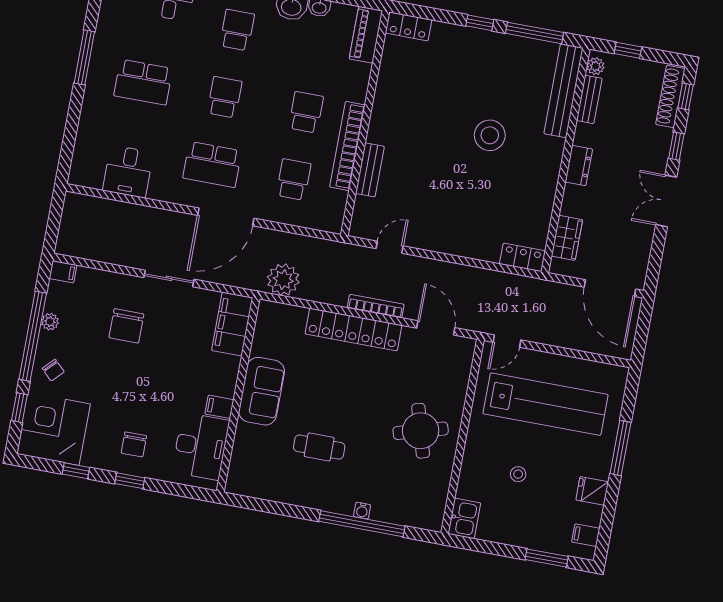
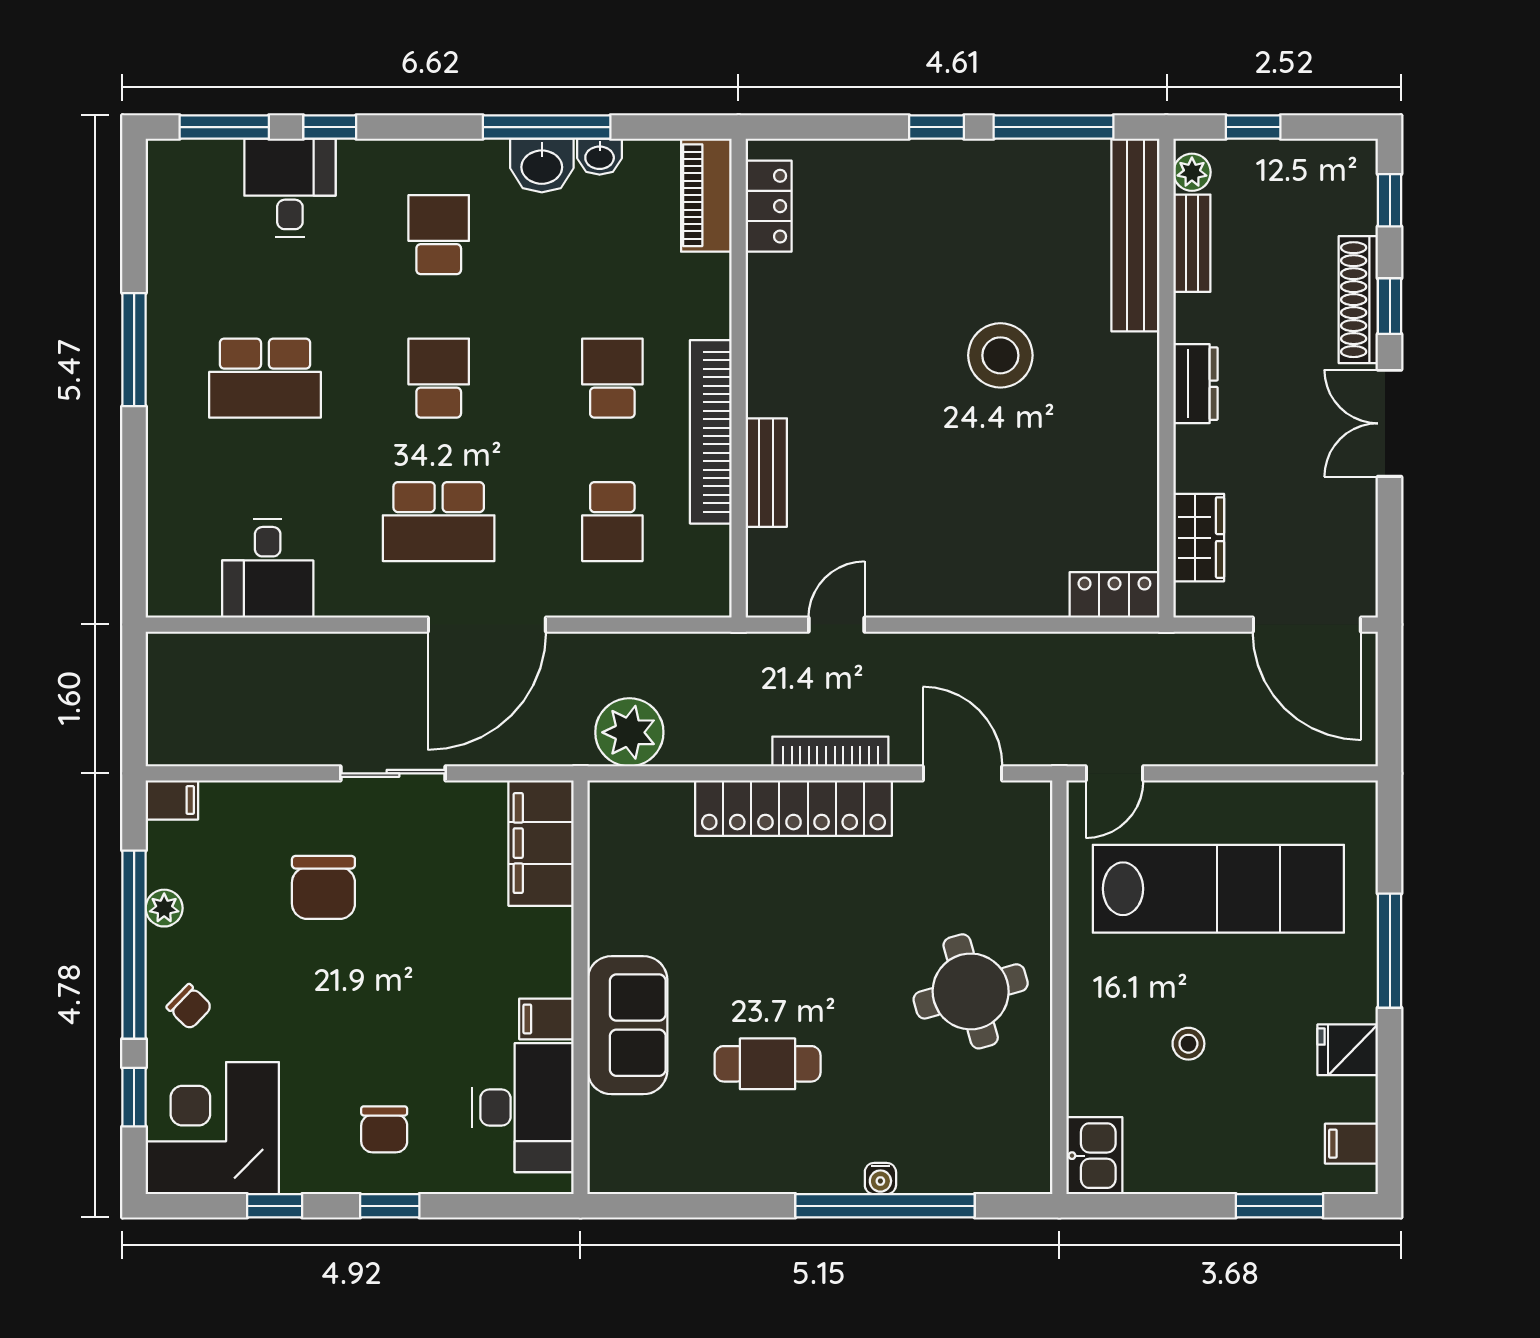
locker: (409, 26) -> (769, 206), moved, turned -90
shoe rack: (670, 96) -> (1358, 300), moved
school desk: (294, 180) -> (612, 522), turned 180
sofa: (262, 391) -> (627, 1025), moved

